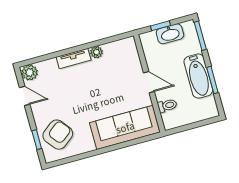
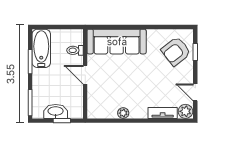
tv unit: (74, 59) -> (163, 113), moved
bathtub: (198, 76) -> (41, 48), moved

